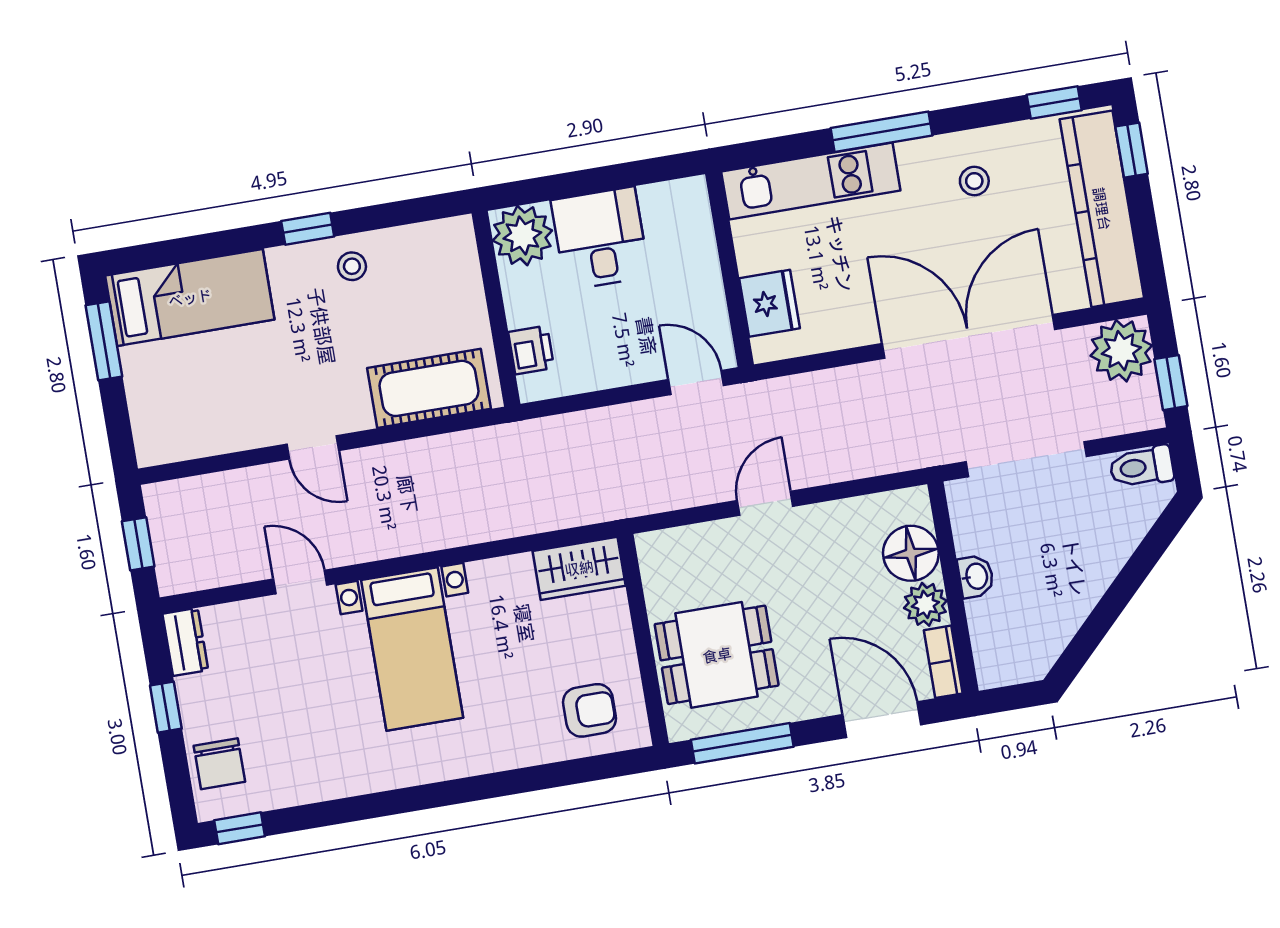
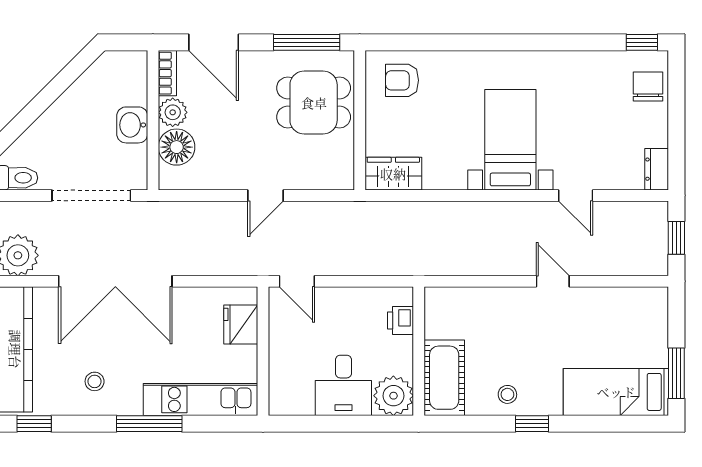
cot: (429, 388) -> (444, 378), moved, turned 90
washbasin: (976, 576) -> (132, 125), width x1.38, depth x1.45
window: (166, 707) -> (676, 129), removed

